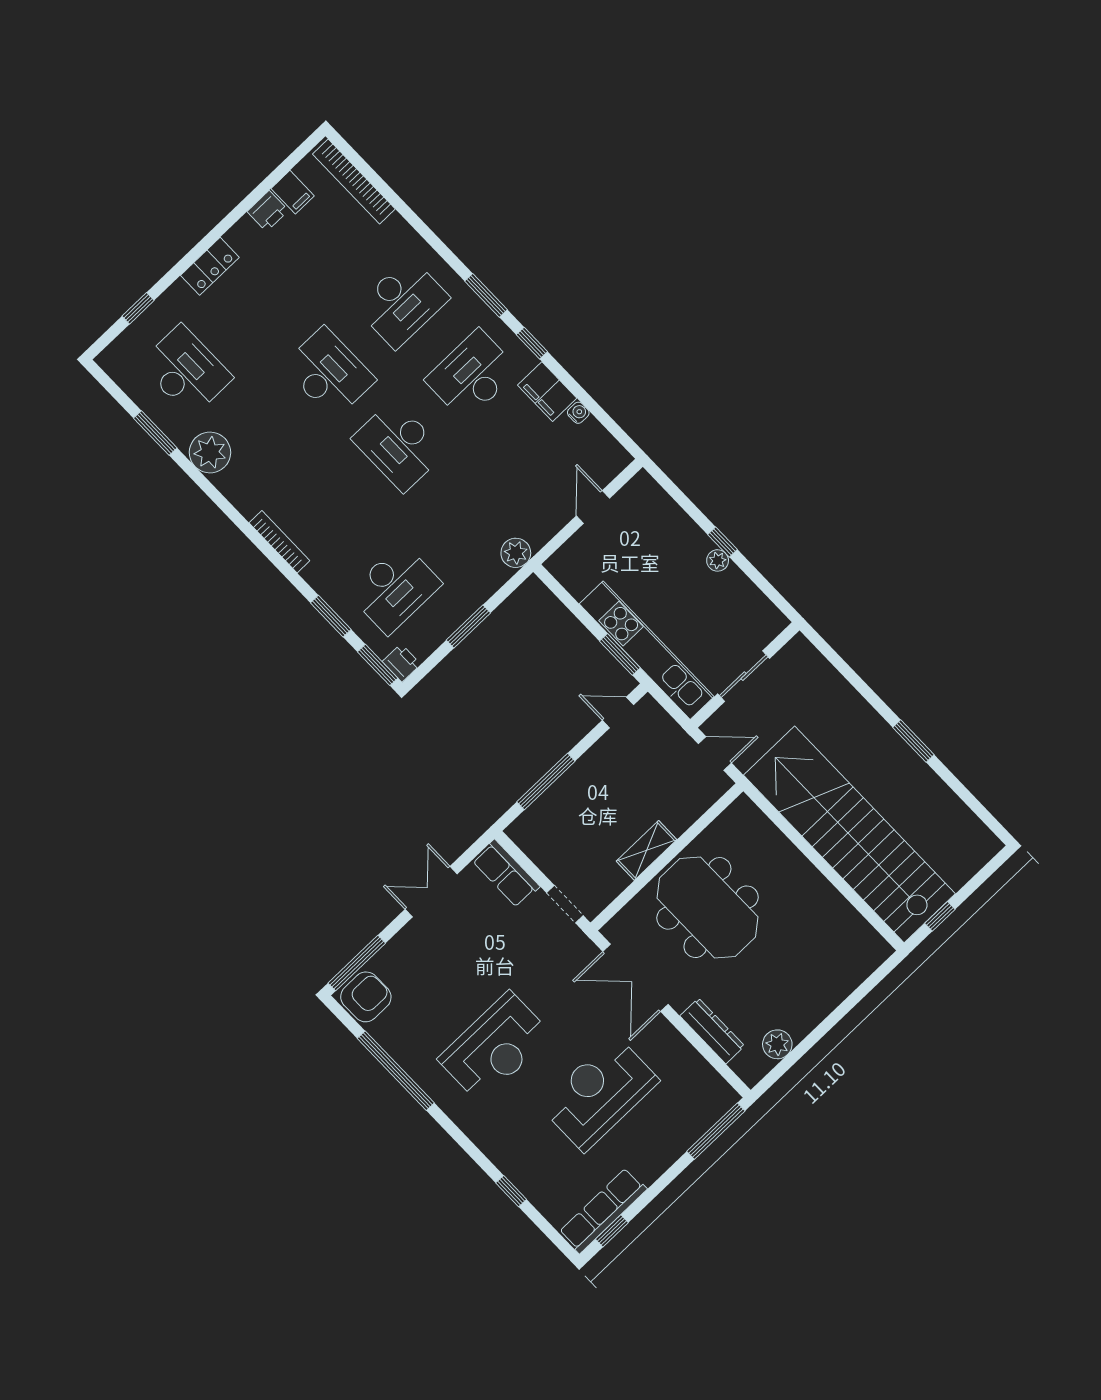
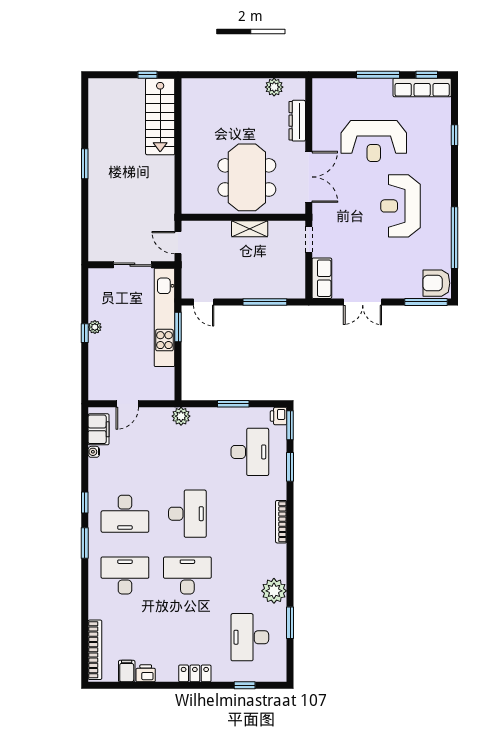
desk: (329, 373) -> (187, 575), turned 90
filing cabinet: (547, 392) -> (99, 429), moved
desk: (395, 588) -> (250, 452), turned 90
stairs: (849, 834) -> (160, 116), width x0.54, depth x0.66
reception desk: (495, 1047) -> (400, 206), turned -90
window: (716, 1131) -> (378, 75), moved

